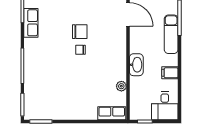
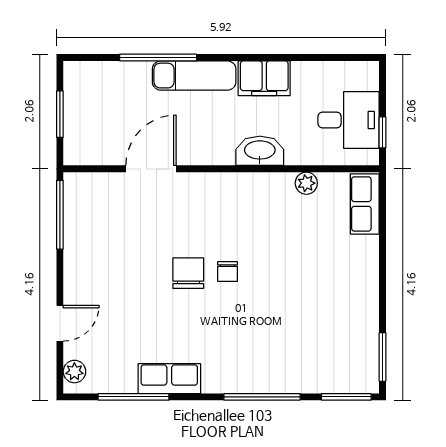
filing cabinet: (170, 73) -> (264, 78), width x2.00
desk: (165, 106) -> (349, 120), moved

